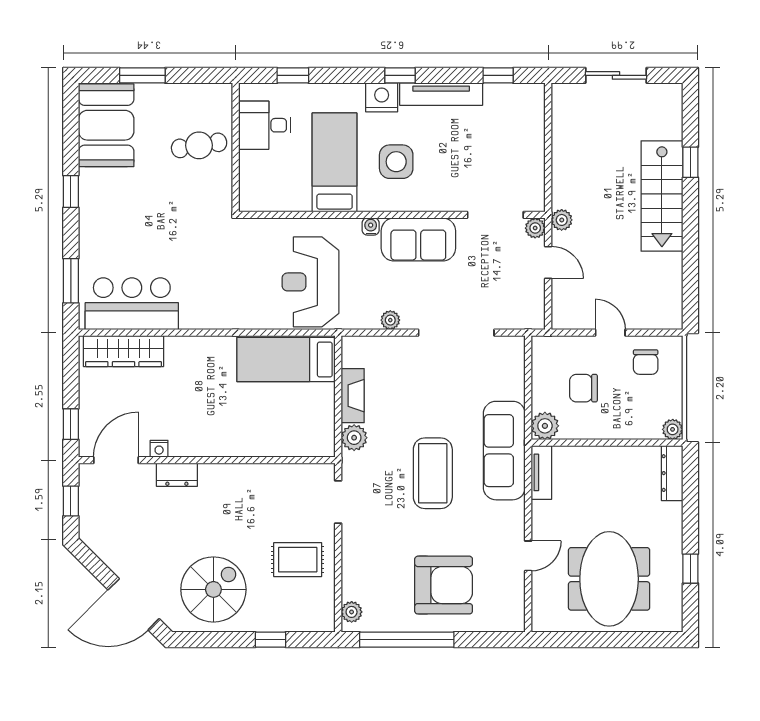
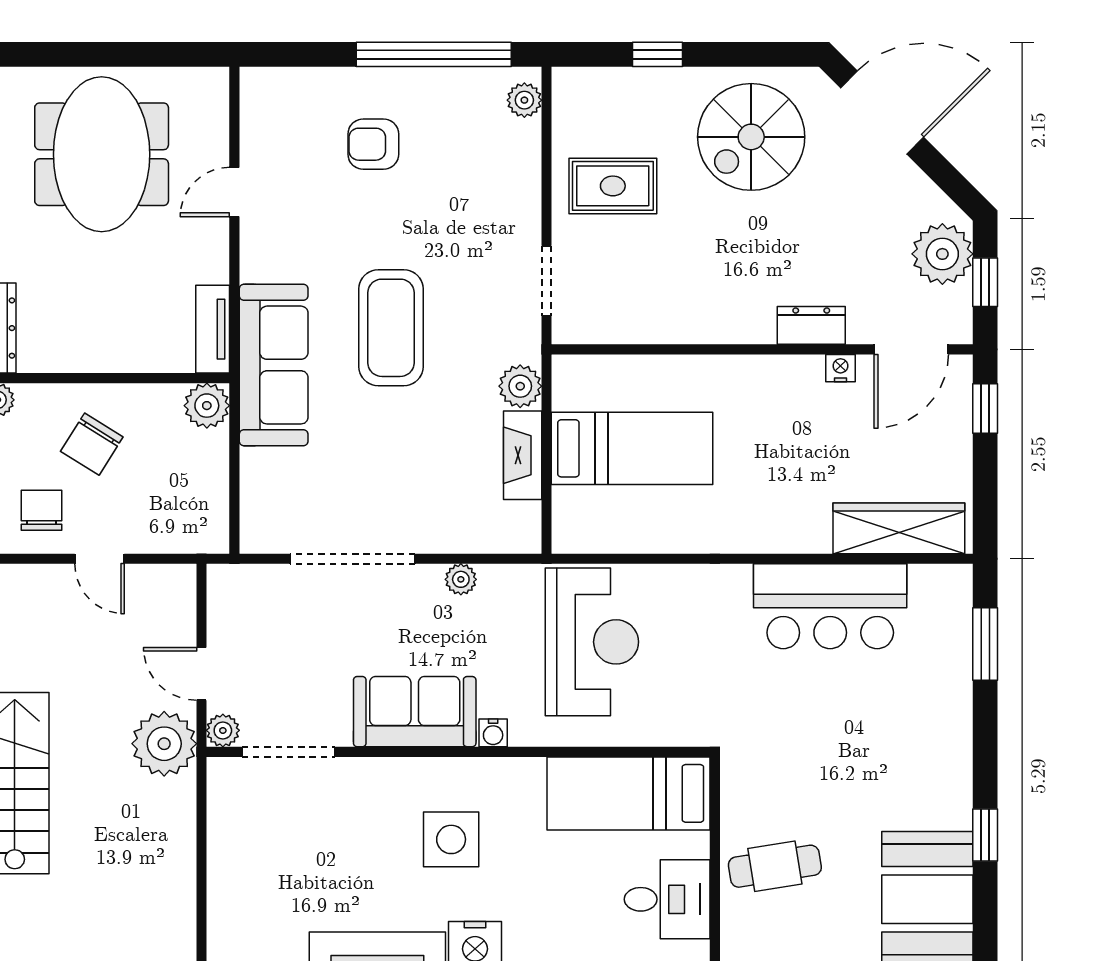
bed: (335, 162) -> (629, 793), moved, turned 90
window: (71, 191) -> (985, 835), moved
plant: (562, 220) -> (164, 744), width x1.87, depth x1.87
bar counter: (132, 304) -> (830, 606), moved
bed: (286, 360) -> (632, 448), moved
chair: (583, 388) -> (92, 444), moved, turned 122
plant: (97, 518) -> (942, 254), added
armchair: (444, 585) -> (373, 144), width x0.53, depth x0.53

